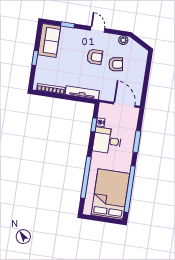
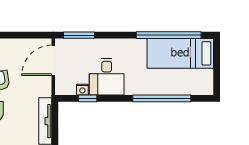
window: (137, 142) -> (79, 35), moved
bed: (110, 194) -> (180, 53), width x0.67

